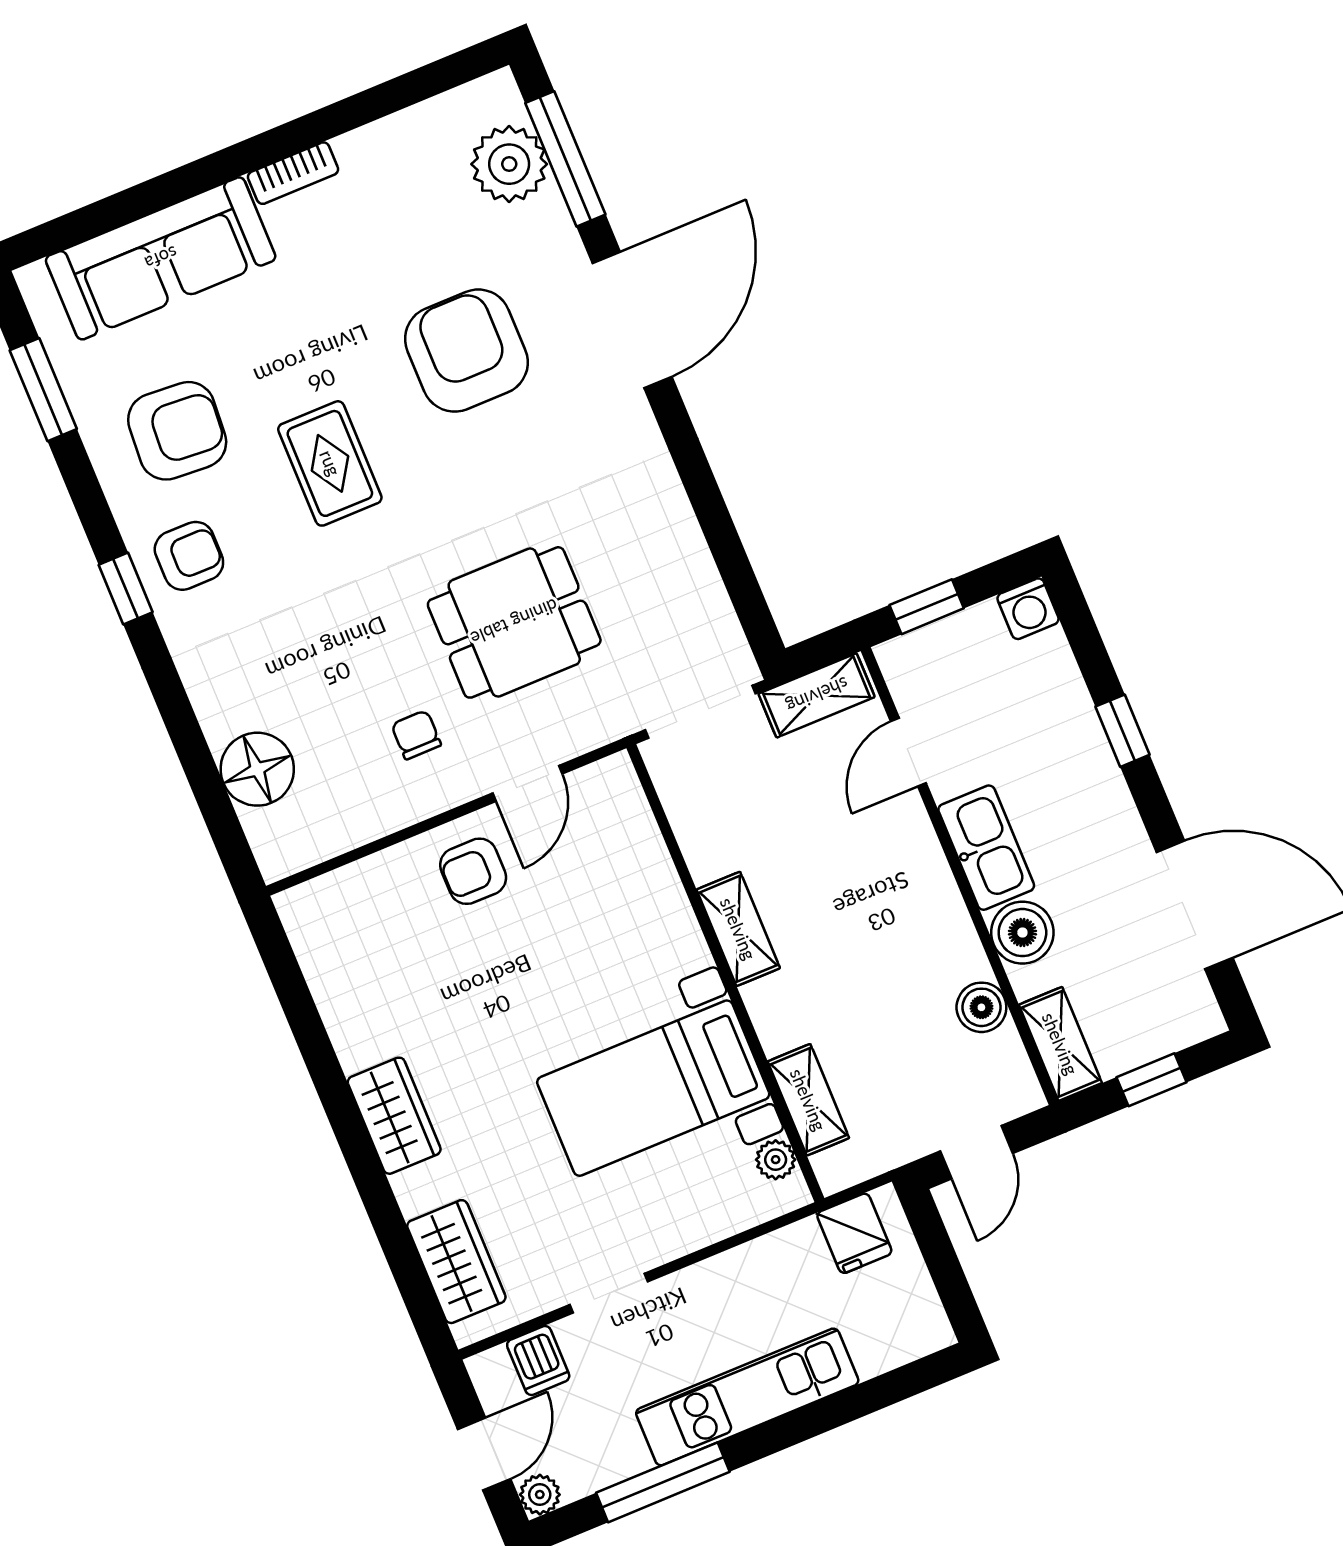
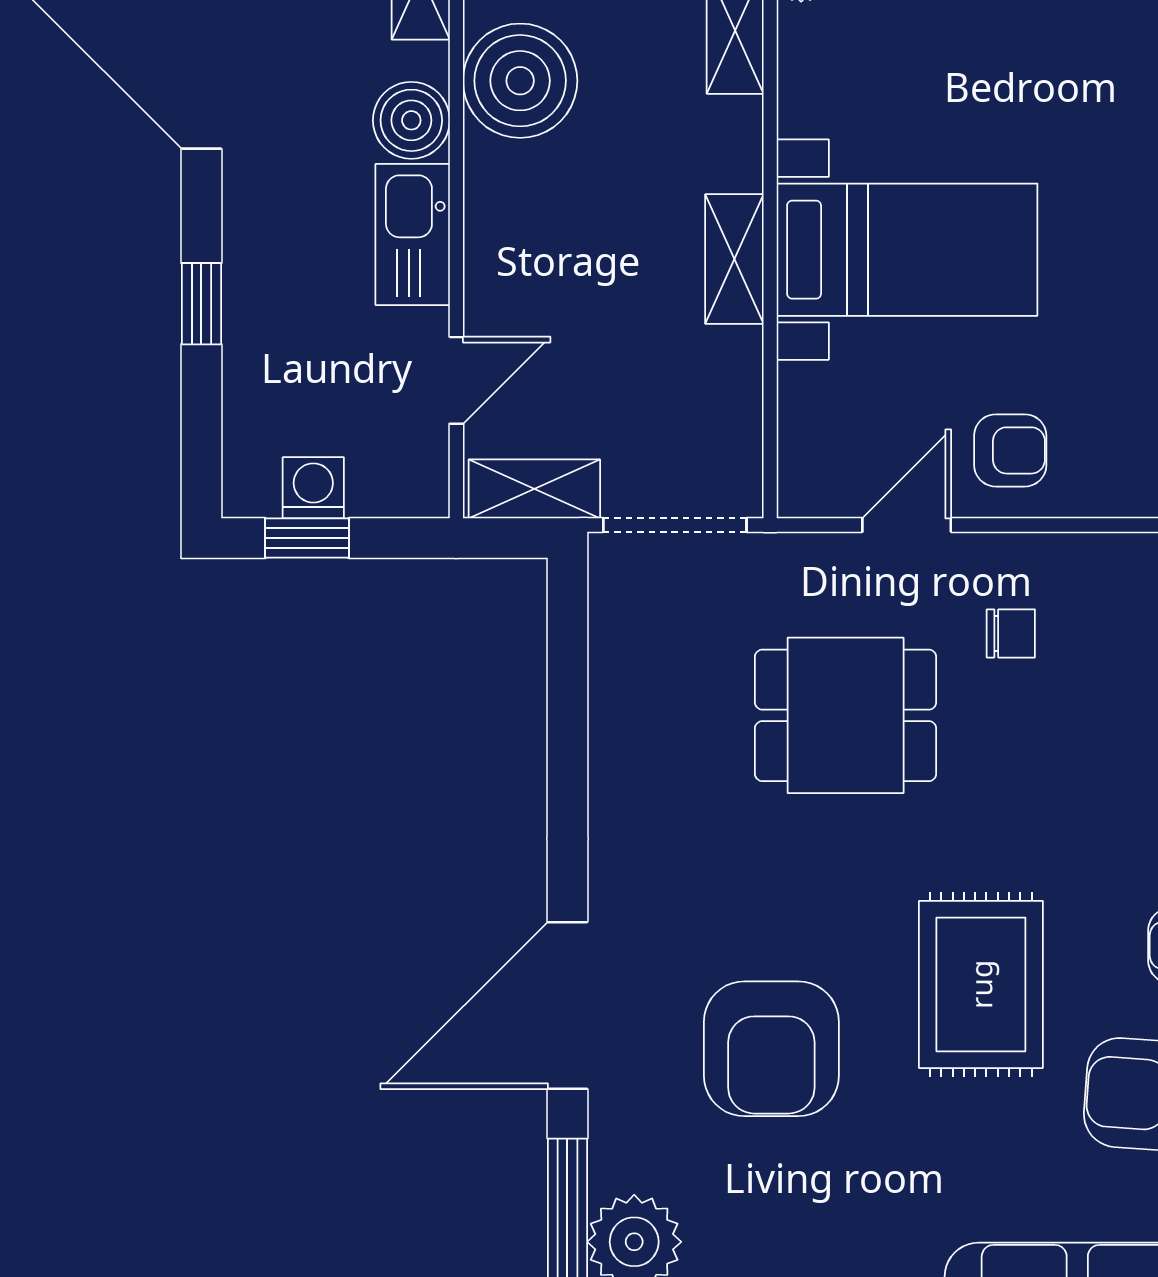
rug: (330, 463) -> (981, 984), width x1.36, depth x1.43
window: (927, 607) -> (307, 538), moved
washing machine: (1028, 609) -> (313, 488), moved
chair: (416, 735) -> (1011, 633), turned -90
boiler: (981, 1007) -> (520, 81), width x1.86, depth x1.86
bed with nightstands: (653, 1088) -> (907, 250), moved

